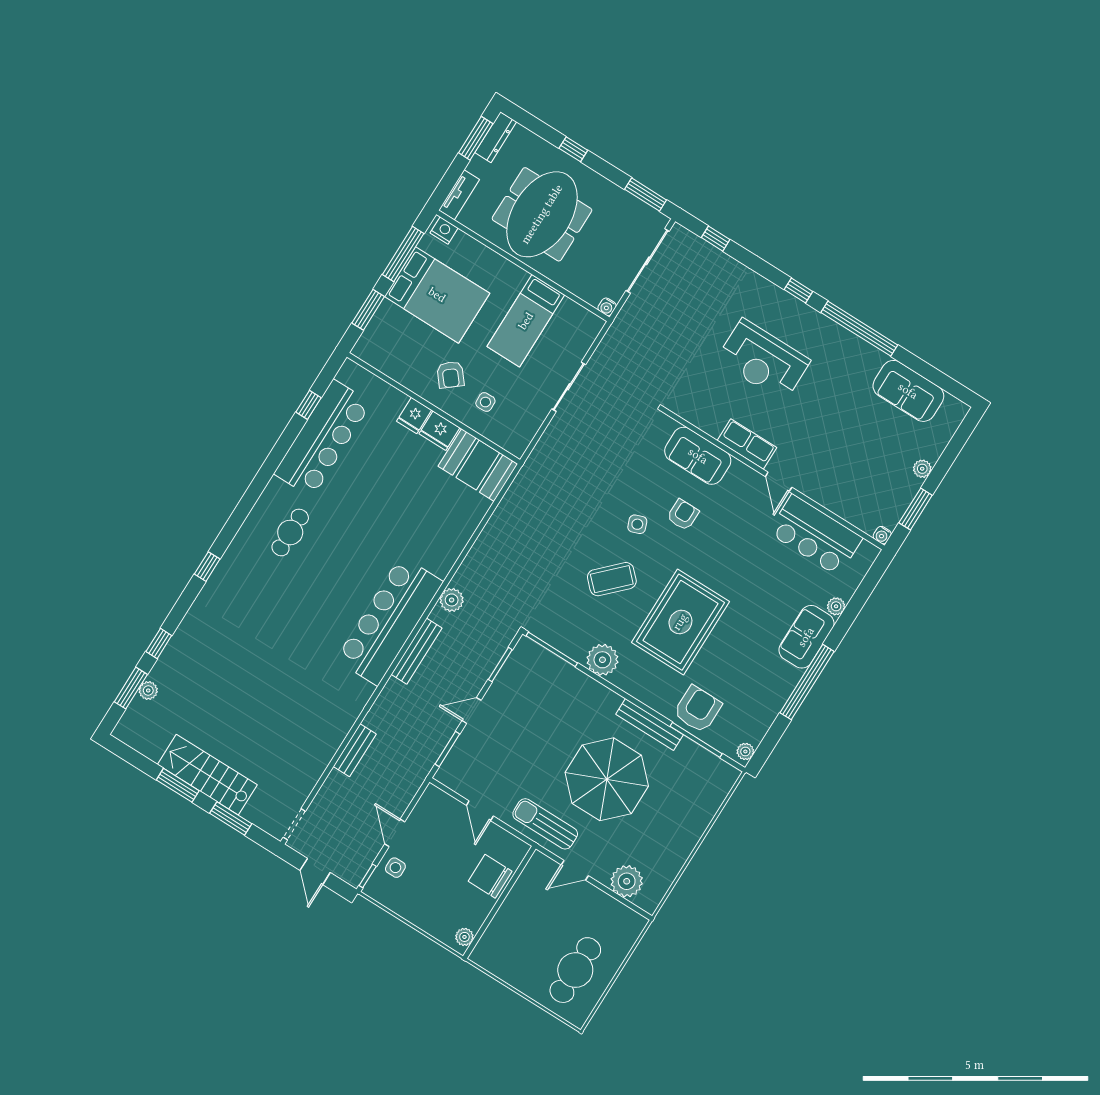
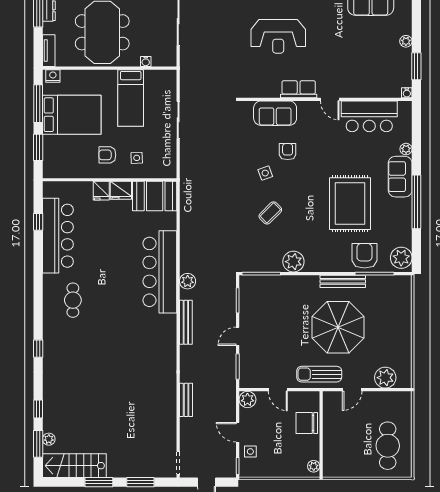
water cooler: (607, 307) -> (146, 61), moved
armchair: (450, 375) -> (107, 155), turned 129
coffee table: (612, 579) -> (270, 213), width x0.73, depth x0.77
bar counter: (389, 621) -> (160, 272), moved
rug: (680, 622) -> (350, 204), moved
plant: (745, 751) -> (401, 258), width x1.88, depth x1.88
stairs: (207, 775) -> (74, 466), moved
plant: (433, 799) -> (247, 400), added

